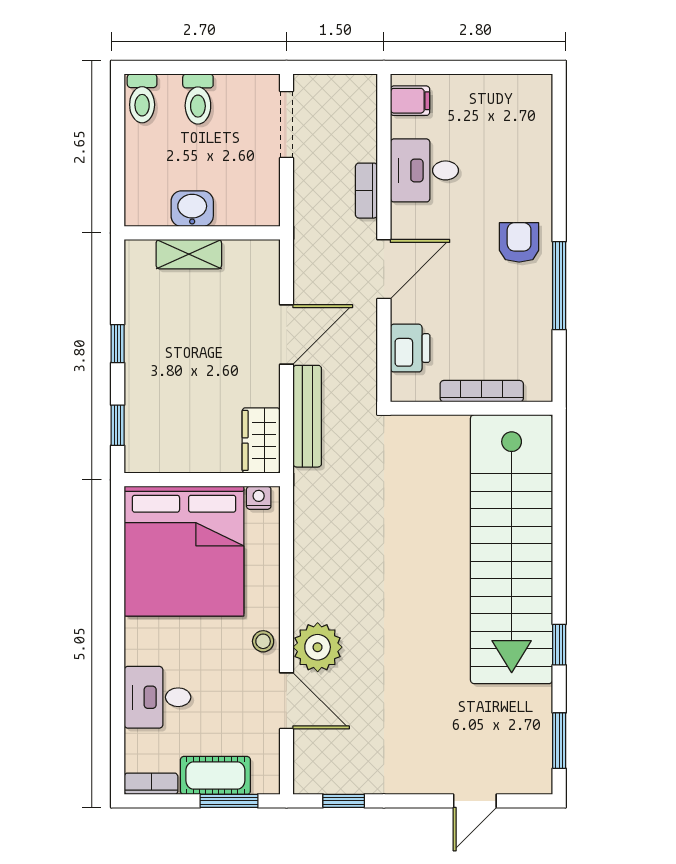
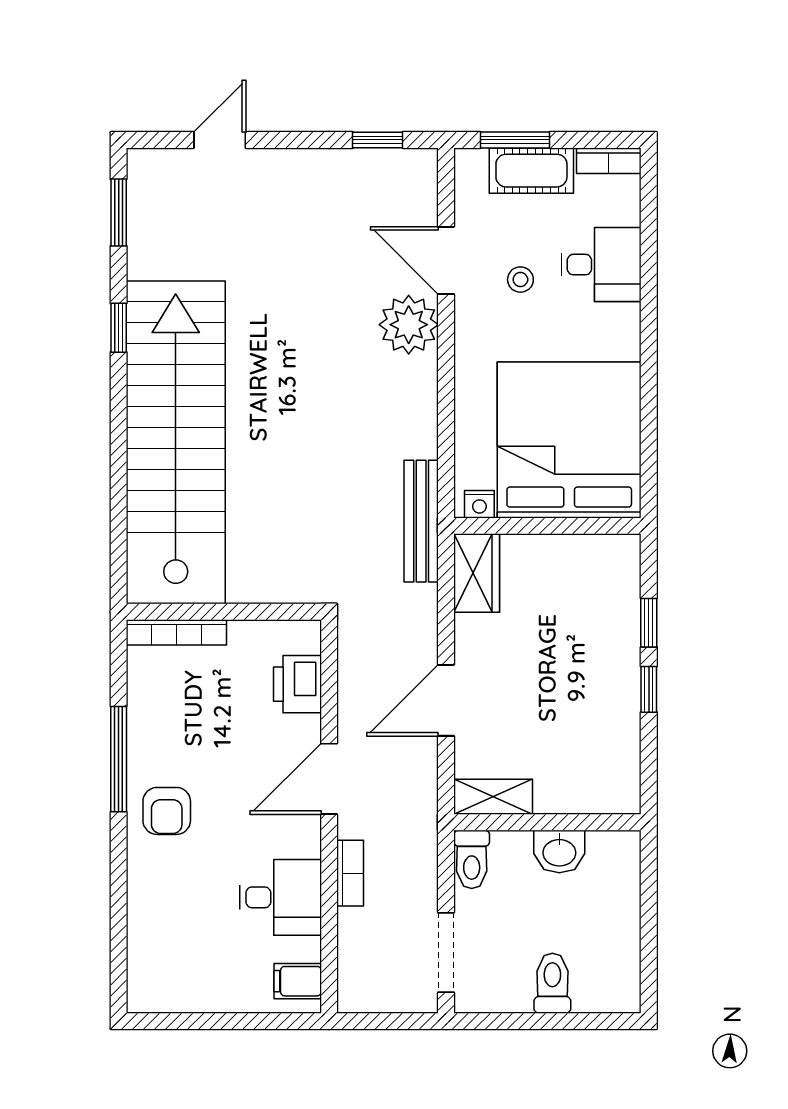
toilet: (142, 98) -> (472, 859), moved, turned 180
shelving: (189, 254) -> (493, 797), moved
bookcase: (482, 391) -> (176, 632), moved
bench: (307, 416) -> (421, 521), moved
window: (118, 425) -> (649, 623), moved
stool: (263, 641) -> (520, 280), moved

